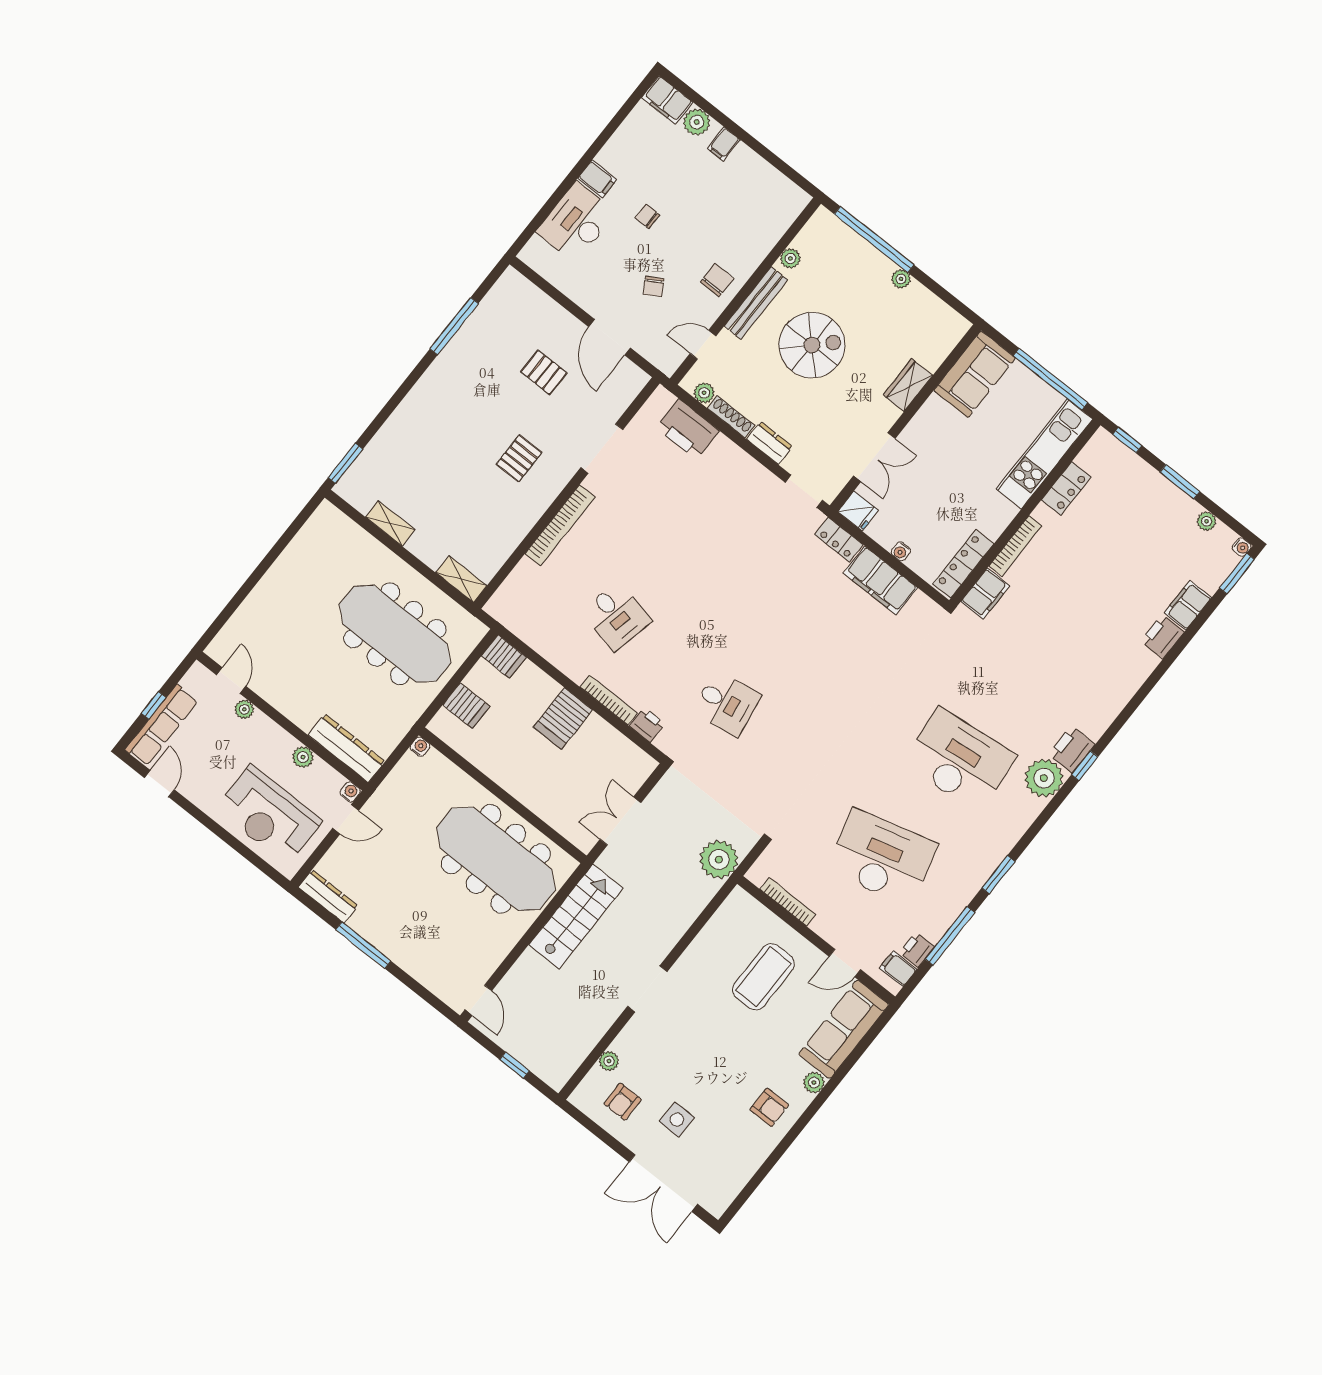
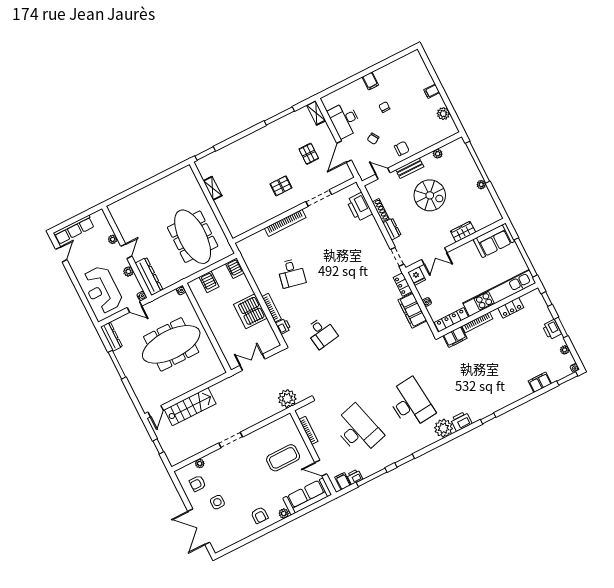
filing cabinet: (667, 100) -> (416, 61), removed
plant: (697, 122) -> (443, 114), moved
desk: (576, 222) -> (345, 120), moved, turned -90
bench: (756, 303) -> (410, 168), width x0.73
plant: (704, 393) -> (374, 194), removed
kitchen unit: (1044, 454) -> (499, 293), width x1.36
shelving: (461, 579) -> (316, 113), moved
printer: (1162, 637) -> (552, 330), moved, turned -90
door: (231, 681) -> (126, 251), moved
window: (154, 705) -> (74, 219), removed
server rack: (563, 719) -> (250, 311), width x1.60
window: (1085, 766) -> (488, 418), moved
meeting table: (496, 859) -> (171, 344), moved, turned 90
stairs: (576, 916) -> (190, 407), moved

